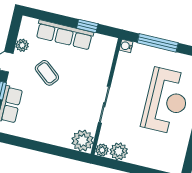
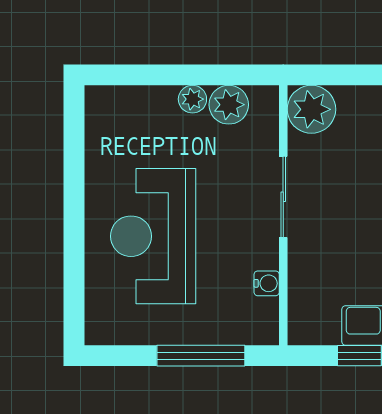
water cooler: (126, 46) -> (267, 283), moved
plant: (102, 150) -> (192, 99), moved

